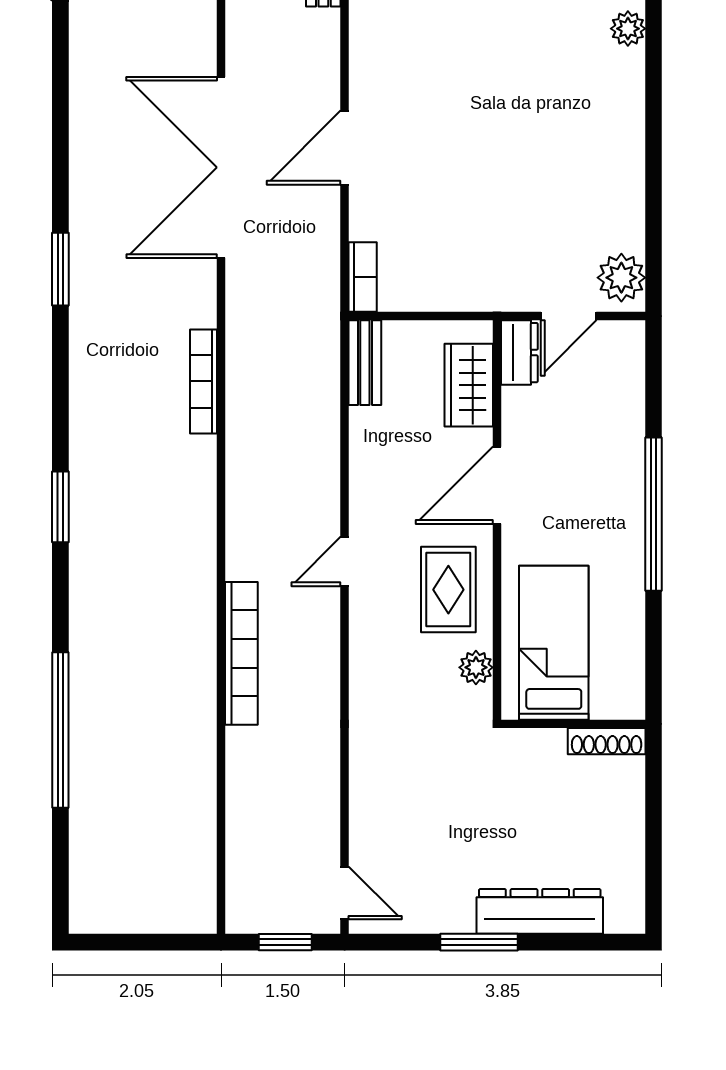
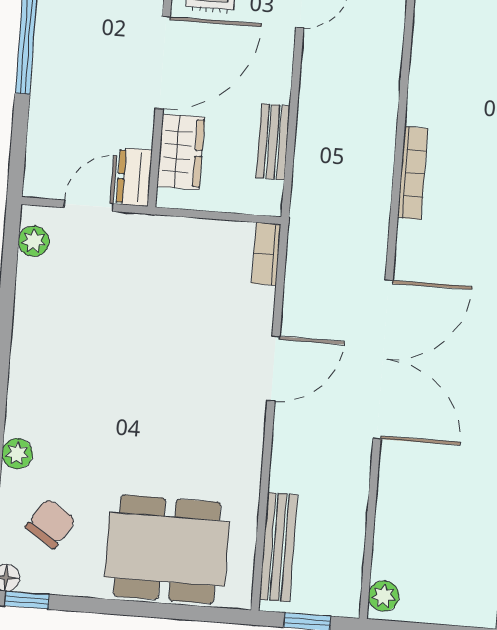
plant: (621, 278) -> (34, 241), width x0.73, depth x0.73
bench: (365, 363) -> (273, 142), moved
door: (497, 485) -> (163, 62), width x1.36

